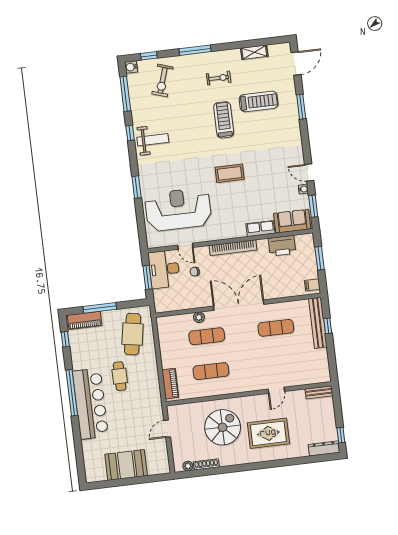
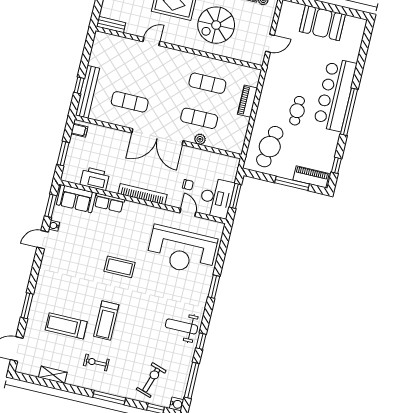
door: (309, 172) -> (43, 240), swing flipped
piano: (170, 384) -> (247, 101), moved

